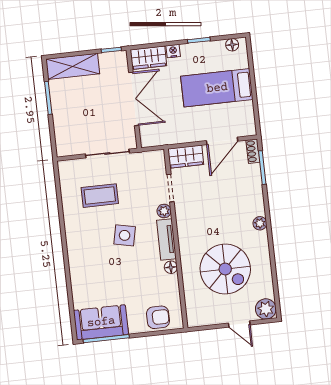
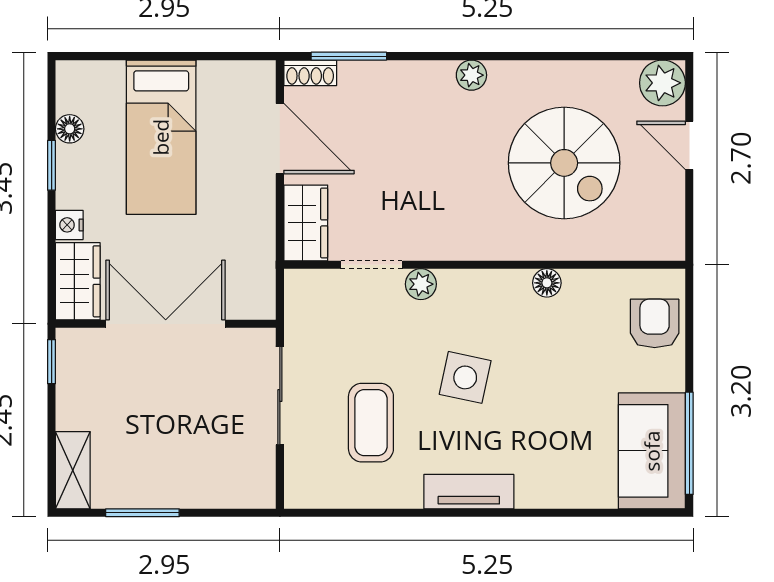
floor lamp: (232, 45) -> (70, 129), moved
shelving: (73, 66) -> (73, 470), width x0.67, depth x0.75
tv unit: (166, 240) -> (469, 492), moved, turned 180
spiral stairs: (225, 269) -> (564, 163), turned 90
door: (239, 324) -> (689, 145), swing flipped

